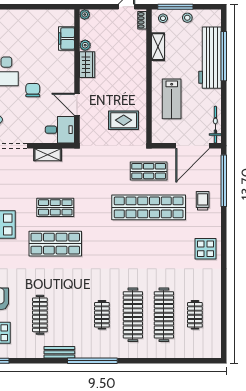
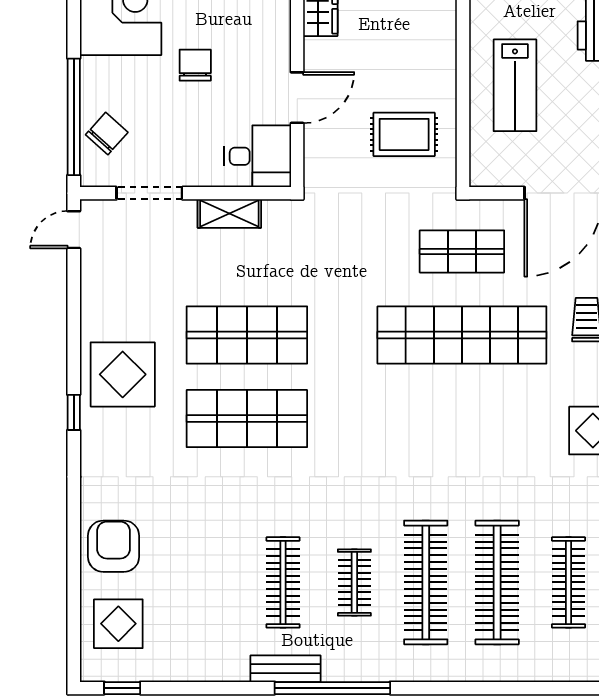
door: (77, 104) -> (297, 98), swing flipped
shop shelf: (55, 207) -> (247, 335), width x1.43, depth x1.36
clothes rail: (40, 315) -> (283, 582), moved
clothes rail: (195, 315) -> (569, 582), width x1.36
bench: (59, 352) -> (286, 669), moved

